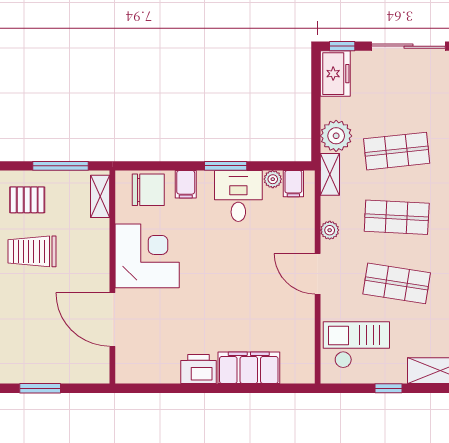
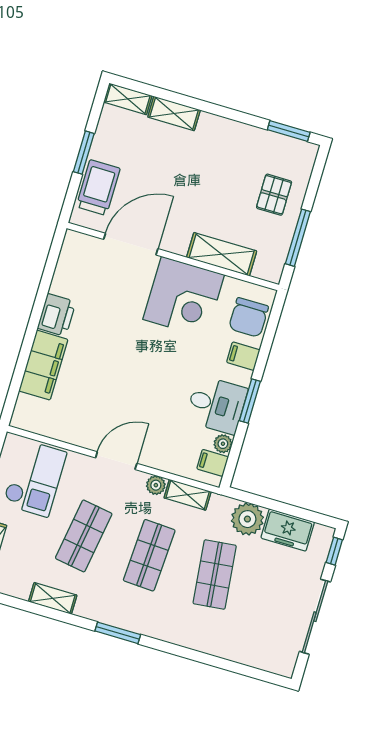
freezer: (335, 74) -> (288, 530), moved
shelving: (330, 174) -> (188, 495), moved
shelving: (100, 196) -> (222, 254), moved, width x1.50, depth x1.33
trolley: (32, 251) -> (98, 188), moved

